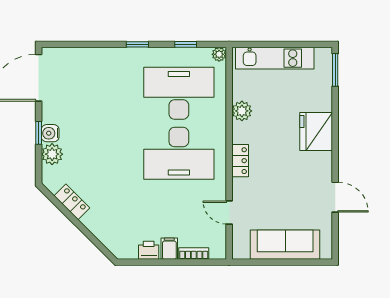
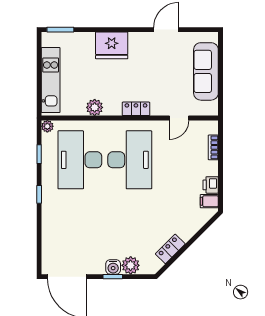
filing cabinet: (169, 249) -> (209, 201), moved

